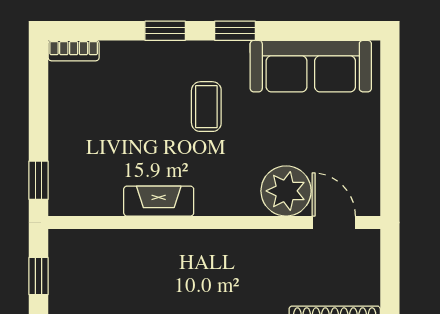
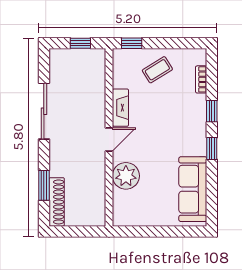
bookcase: (74, 51) -> (201, 79), moved
coffee table: (206, 107) -> (157, 70), moved, turned -32
door: (334, 222) -> (109, 139), moved

